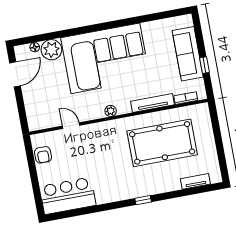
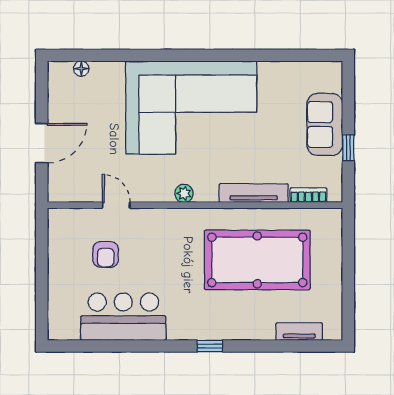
plant: (51, 50) -> (107, 78), removed
sofa: (188, 54) -> (325, 124), width x0.73
door: (15, 74) -> (42, 143), moved
armchair: (43, 155) -> (106, 254), moved
bar counter: (68, 196) -> (123, 317), moved

